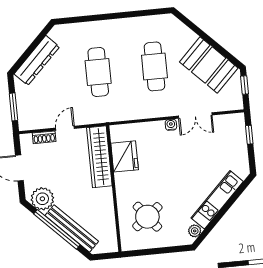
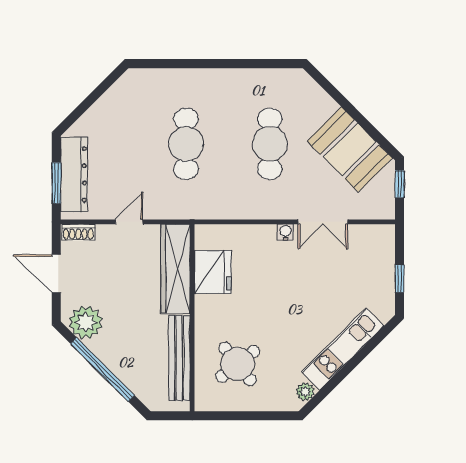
dresser: (37, 60) -> (74, 174), moved, turned -45
window: (249, 135) -> (400, 279), moved
shoe rack: (44, 137) -> (78, 232), moved
bench: (72, 228) -> (179, 358), moved, turned 45

